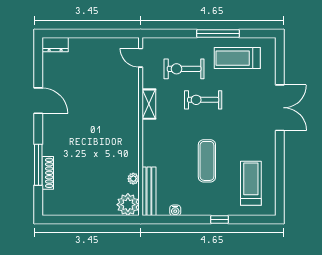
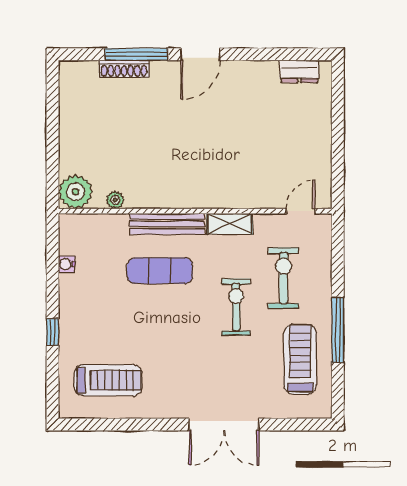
dresser: (55, 45) -> (299, 71), moved, turned -90
door: (38, 101) -> (201, 54), moved
exercise mat: (207, 161) -> (160, 271), moved
bench: (149, 191) -> (167, 224), moved

